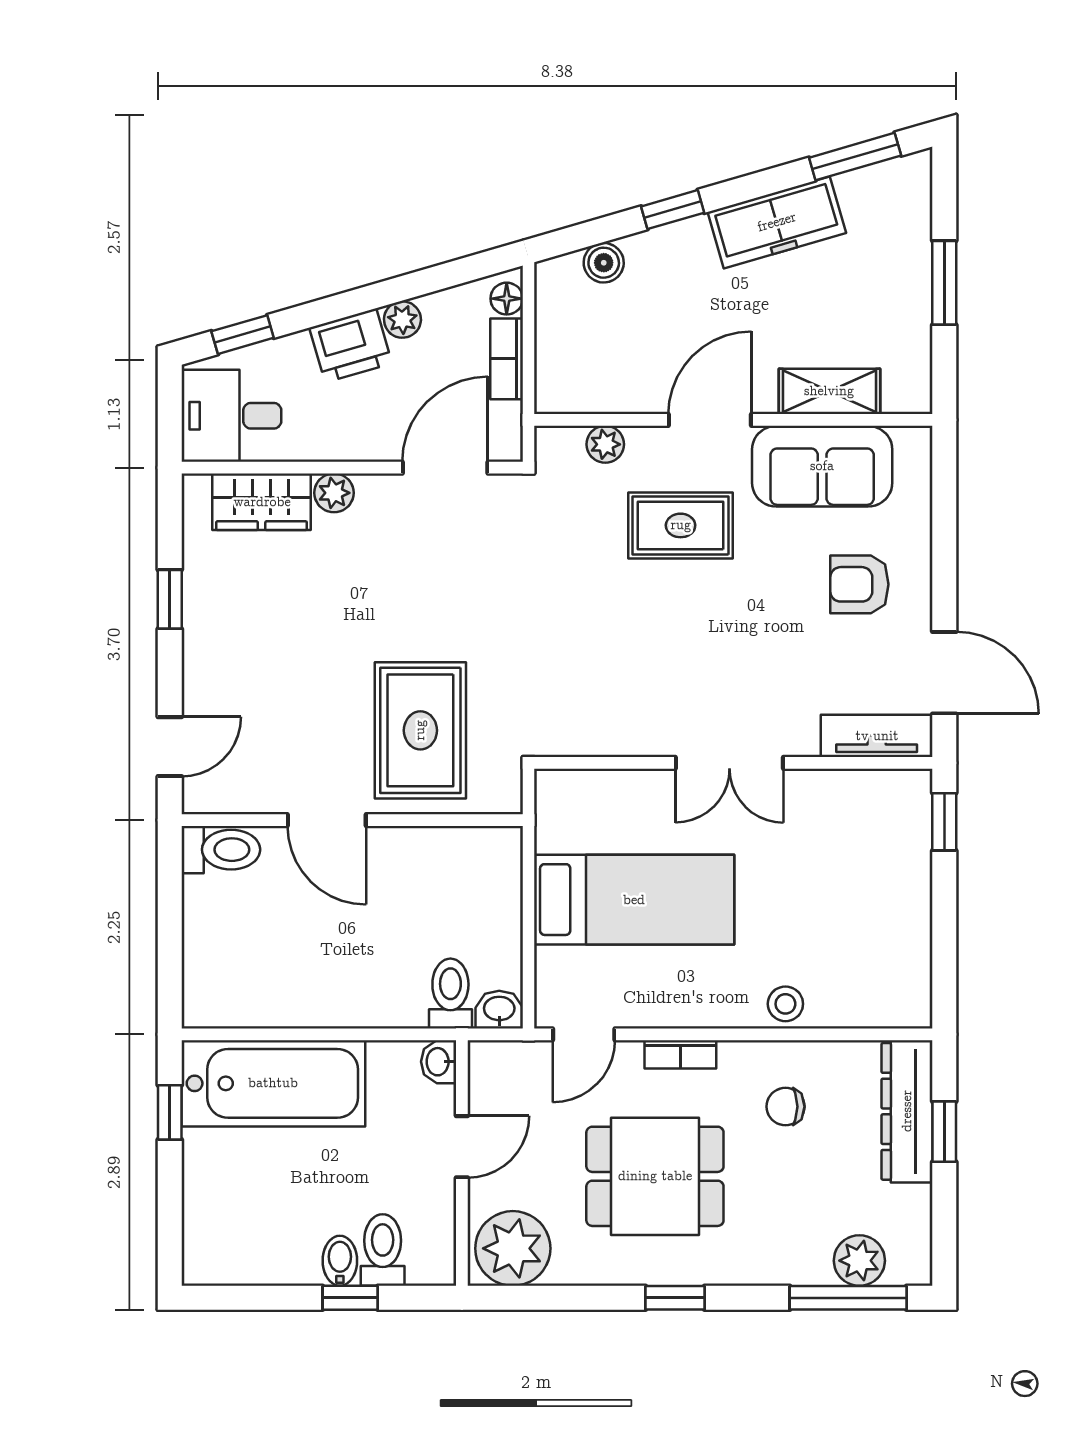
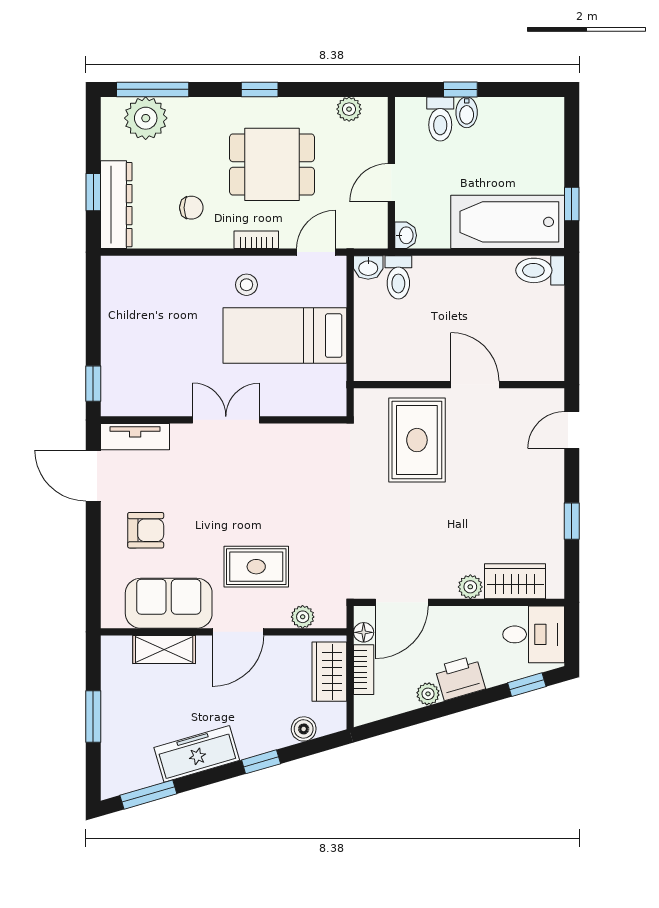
floor lamp: (507, 299) -> (364, 632), moved
wardrobe: (562, 355) -> (329, 672), added
toilet: (221, 850) -> (540, 270), moved
stool: (785, 1004) -> (246, 285), moved
plant: (513, 1248) -> (349, 109), width x0.53, depth x0.53
plant: (859, 1261) -> (146, 118), width x1.36, depth x1.36

